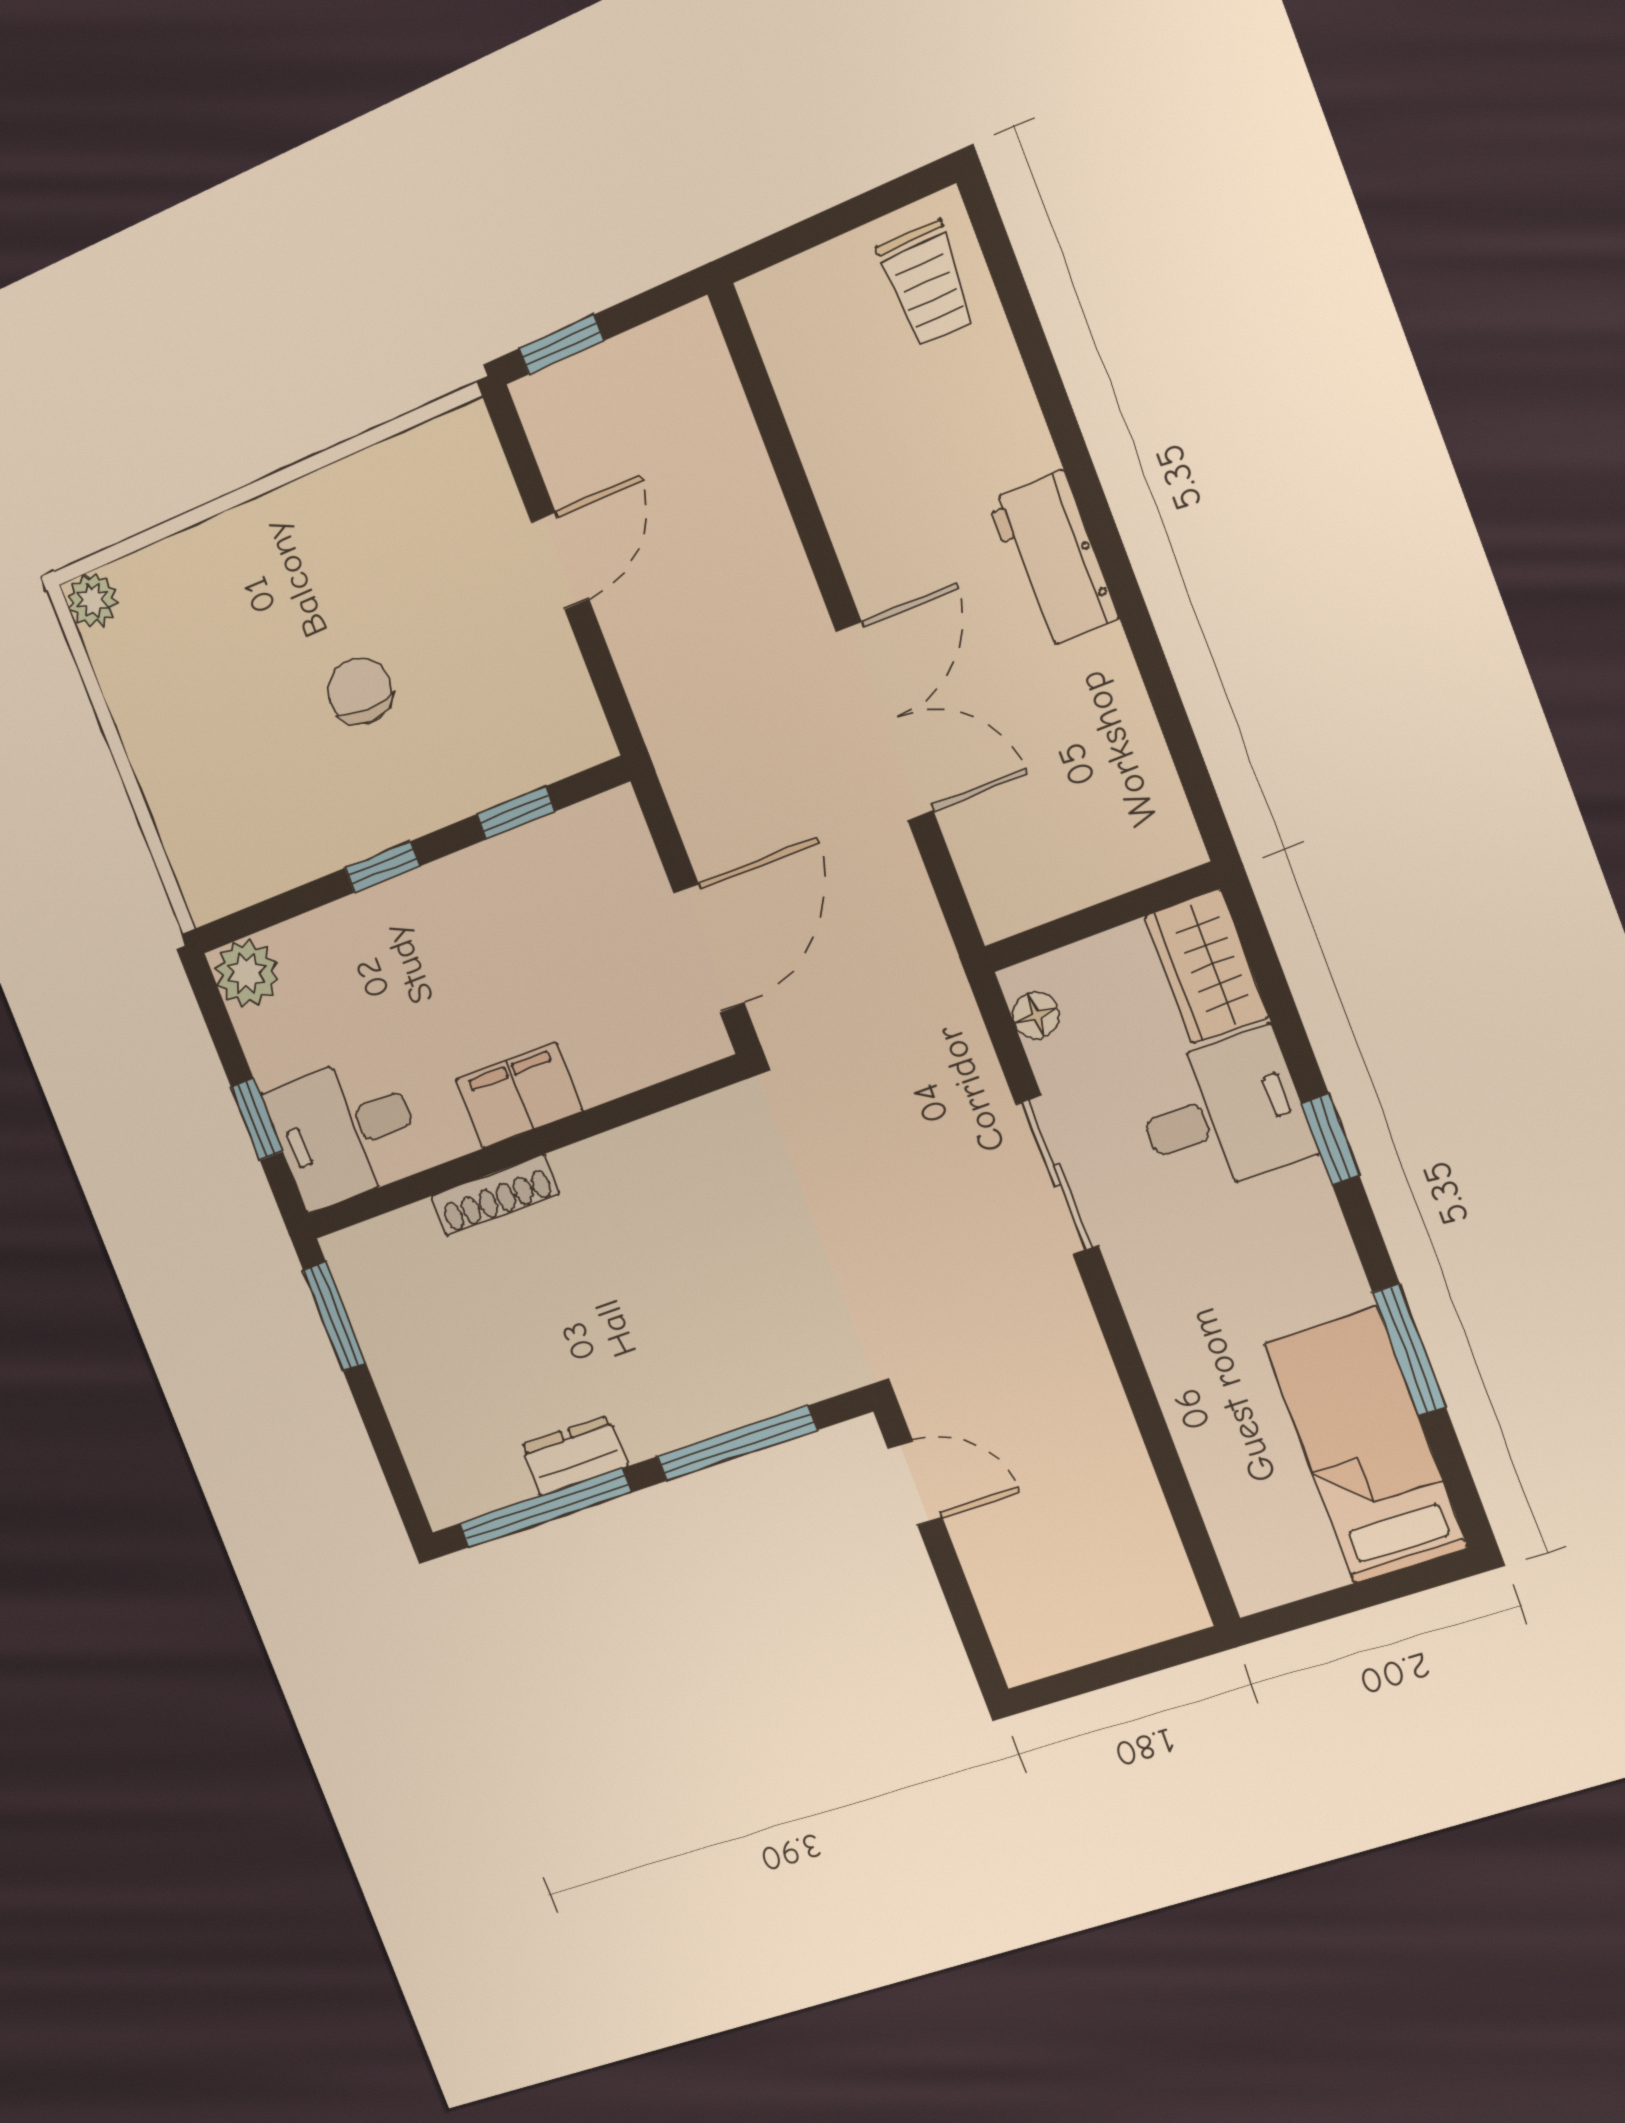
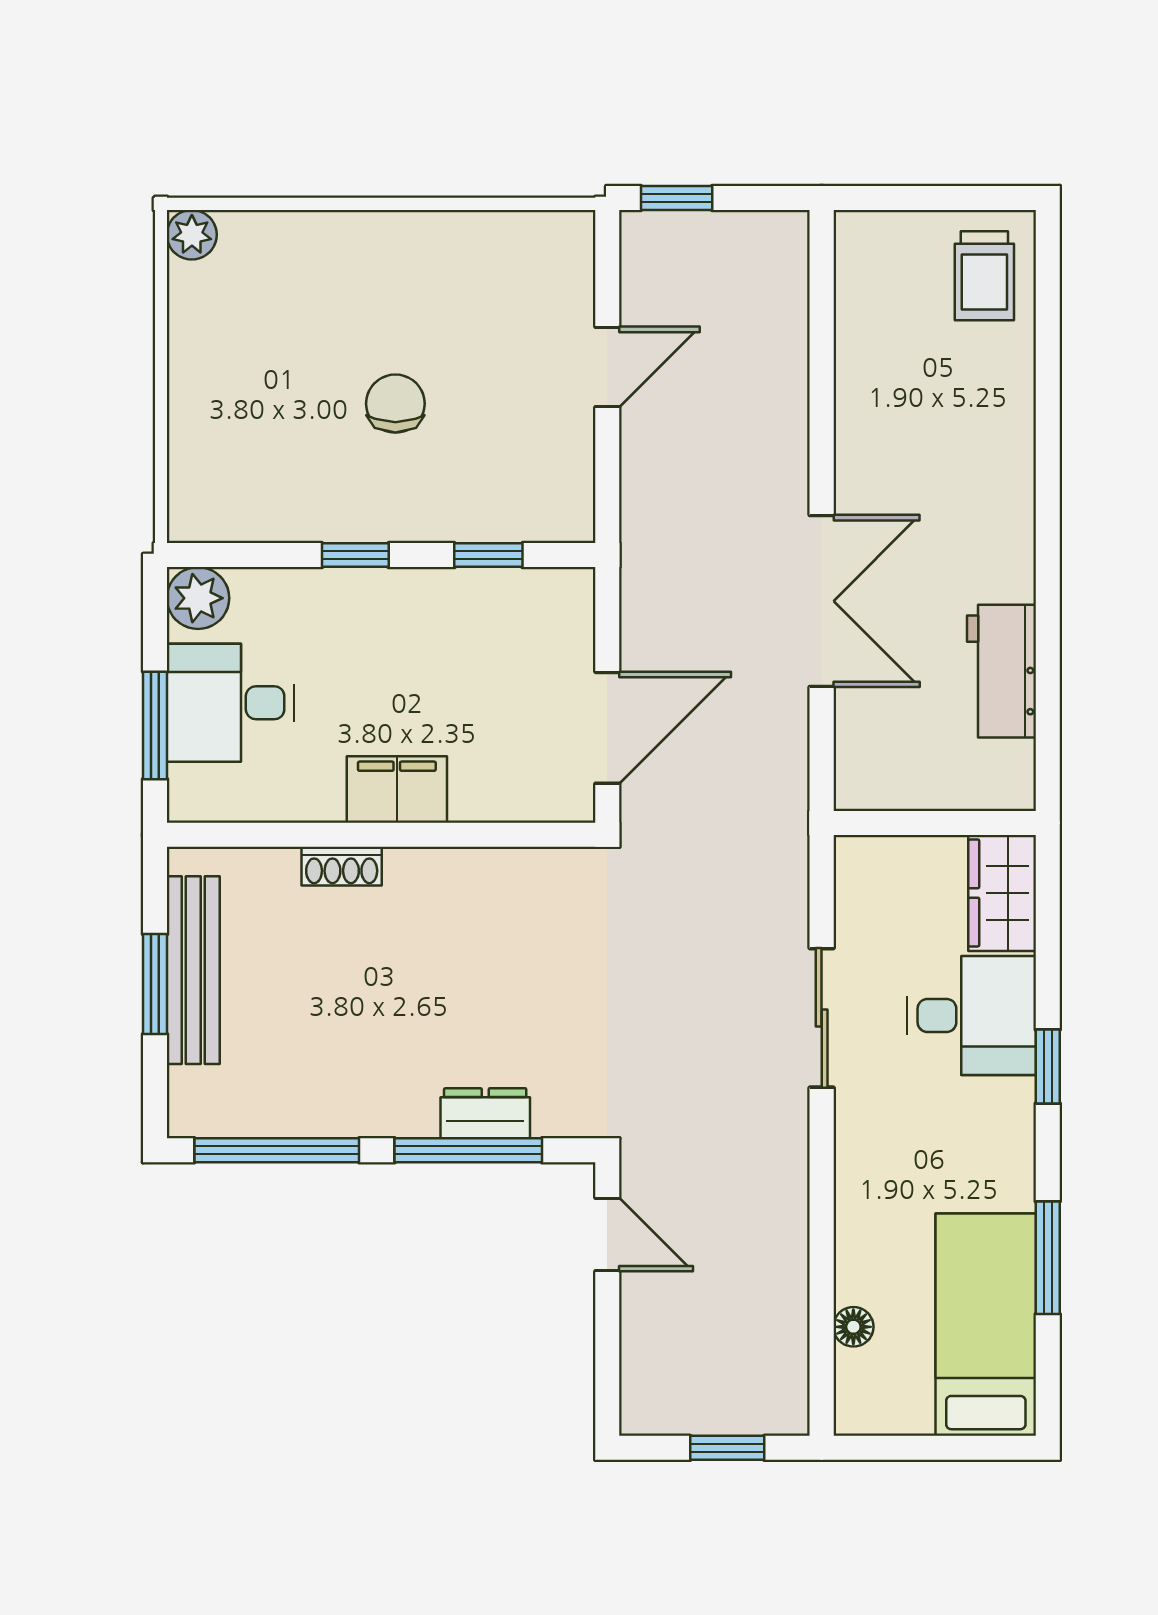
workbench: (1053, 559) -> (1001, 671), moved
floor lamp: (1036, 1015) -> (853, 1327), moved
window: (257, 1120) -> (155, 725), width x1.50
desk: (345, 1131) -> (231, 703), moved
shoe rack: (495, 1195) -> (342, 866), width x0.70
window: (335, 1316) -> (155, 984), moved
bench: (391, 1354) -> (193, 970), added
dresser: (574, 1456) -> (485, 1113), moved
window: (1129, 1666) -> (727, 1448), added

